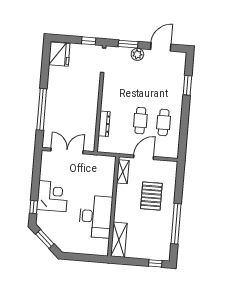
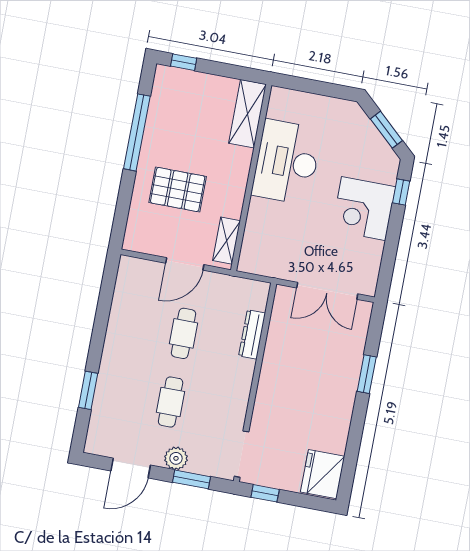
window: (42, 109) -> (367, 374), width x0.47
cafe table: (164, 122) -> (171, 402), moved
pallet: (151, 196) -> (178, 190), turned 90

